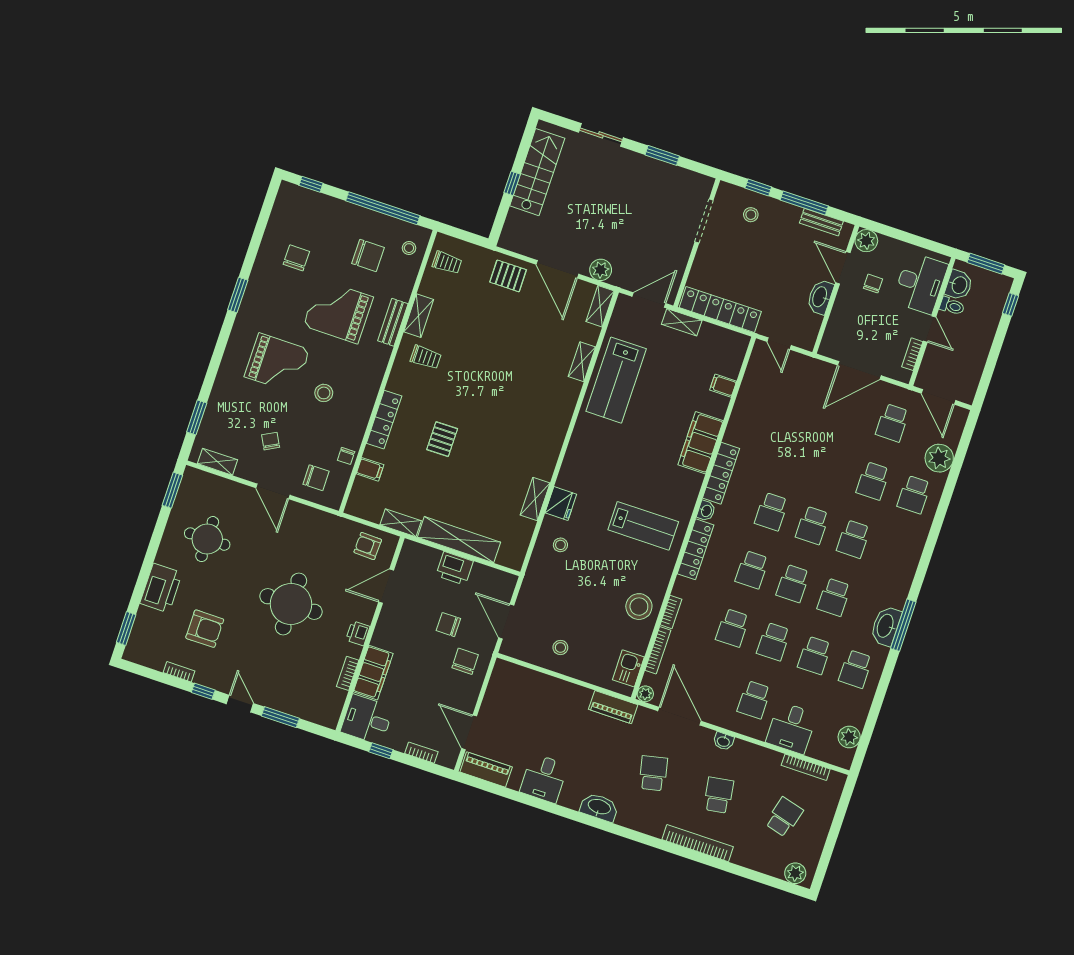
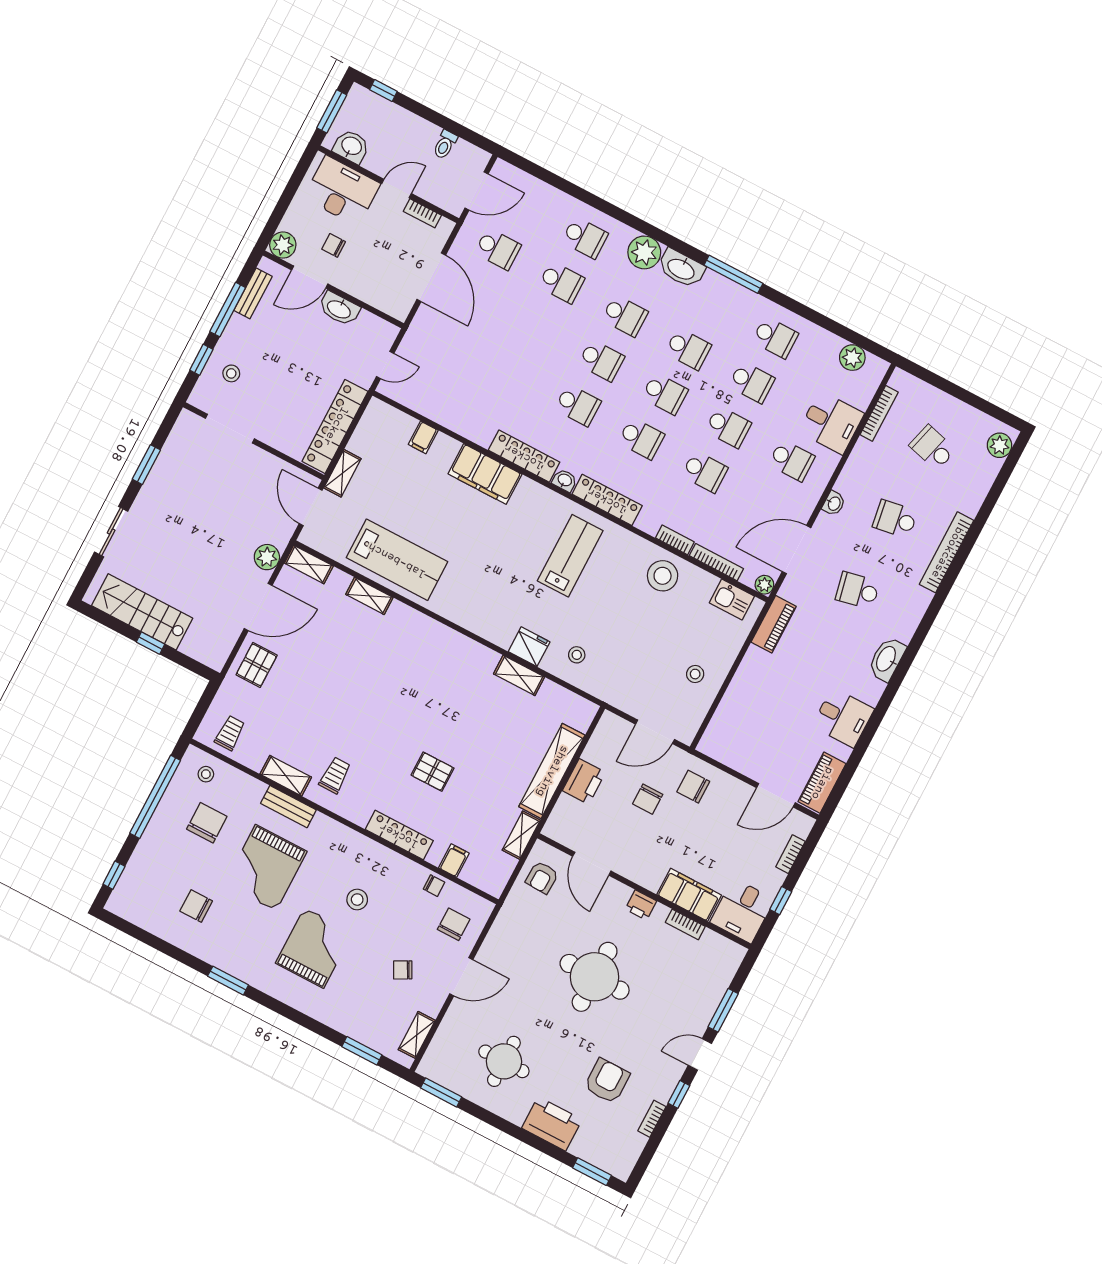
toilet: (952, 306) -> (445, 145), moved, turned 180
plant: (939, 458) -> (644, 252), moved
washbasin: (886, 626) -> (681, 268), moved

